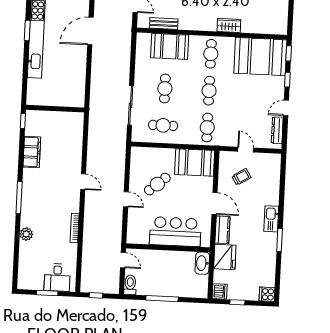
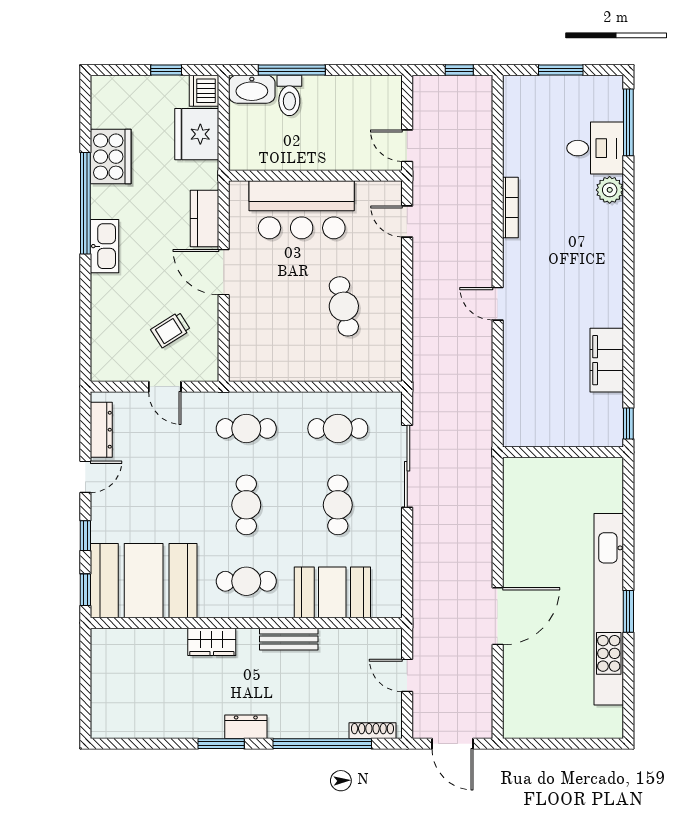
bench: (164, 24) -> (289, 639), moved
cafe table: (211, 54) -> (246, 581), turned 90
cafe table: (207, 128) -> (246, 428), turned 90
booth: (195, 163) -> (269, 355), removed
cafe table: (157, 184) -> (344, 306), turned -62
window: (19, 197) -> (628, 122), moved
door: (126, 199) -> (407, 221), moved
window: (280, 240) -> (85, 203), width x2.11
fridge: (225, 257) -> (197, 134), moved
washbasin: (202, 263) -> (252, 89), moved, turned 90
desk: (57, 277) -> (595, 148), moved, turned 90
toilet: (130, 285) -> (289, 95), moved
cooker: (267, 294) -> (111, 157), moved, width x1.87, depth x1.31
window: (162, 299) -> (292, 70), moved

